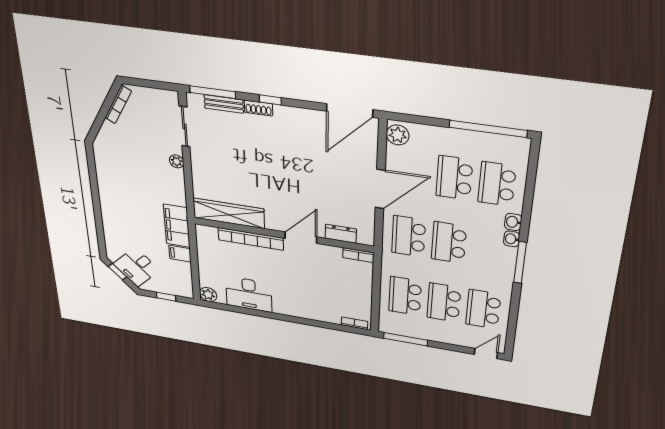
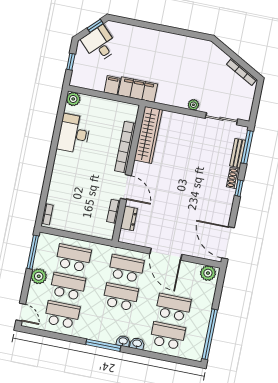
bookcase: (358, 255) -> (114, 211), moved
plant: (436, 334) -> (39, 276), added

